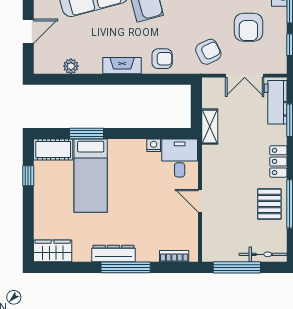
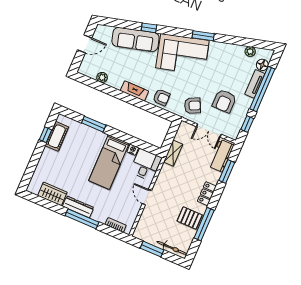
cot: (53, 150) -> (57, 136), moved, turned 90
bed: (91, 176) -> (109, 162), moved
pallet: (269, 204) -> (190, 218), turned 90
wardrobe: (53, 251) -> (52, 194), moved
window: (237, 267) -> (152, 249), width x0.69

